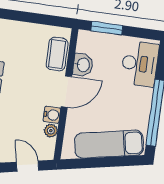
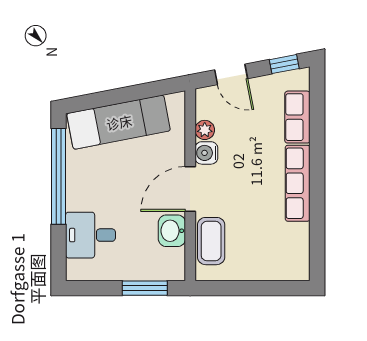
desk: (140, 64) -> (91, 235), width x0.73

